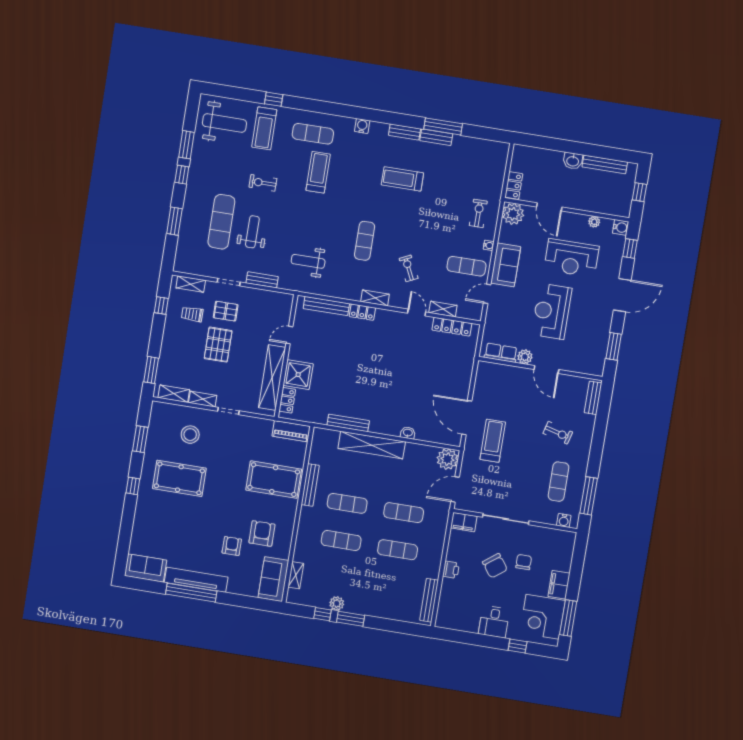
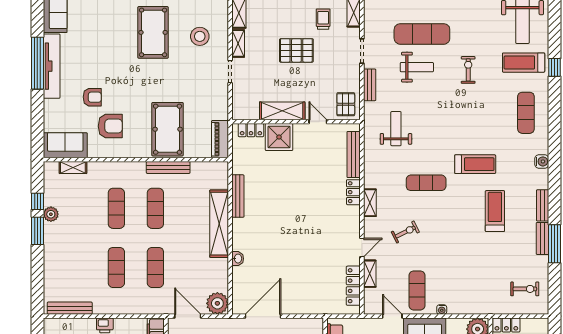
treadmill: (318, 172) -> (475, 164), moved
exercise bike: (478, 213) -> (525, 289), moved
pallet: (226, 311) -> (346, 104), moved
shelving: (272, 378) -> (282, 111), width x0.68

